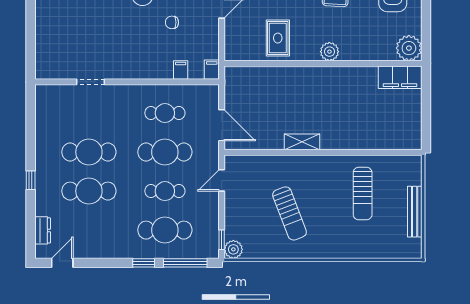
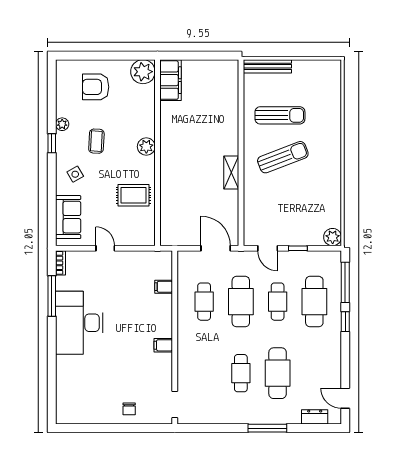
chair: (172, 22) -> (129, 409), moved
filing cabinet: (212, 70) -> (163, 345), moved
doorway: (90, 82) -> (175, 405), moved
door: (222, 125) -> (216, 248), hinge flipped
cafe table: (89, 152) -> (241, 373), width x0.73, depth x0.74
window: (31, 180) -> (267, 428), width x2.17
bench: (415, 212) -> (267, 66), moved
sun lounger: (290, 213) -> (283, 157), moved
window: (222, 240) -> (298, 248), moved

